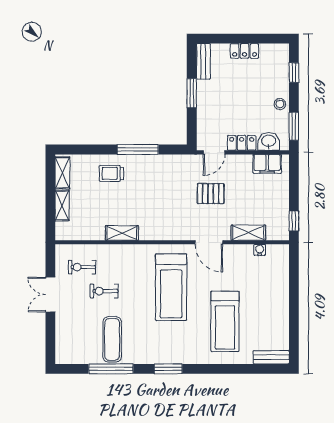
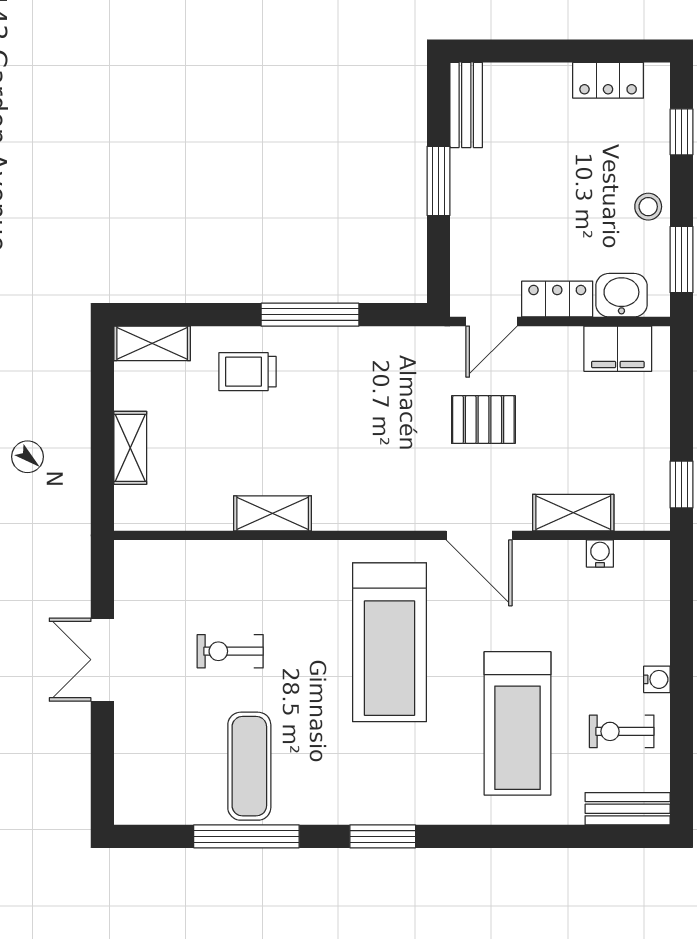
locker: (245, 51) -> (608, 80), moved
shelving: (62, 173) -> (152, 343), moved, turned 90
exercise bike: (82, 267) -> (622, 731), moved
water cooler: (284, 303) -> (657, 679), added

